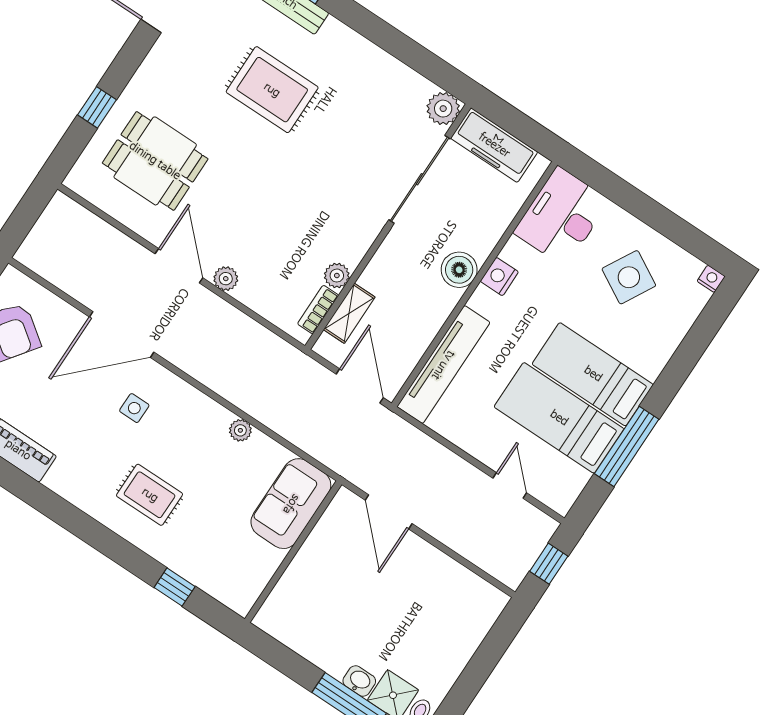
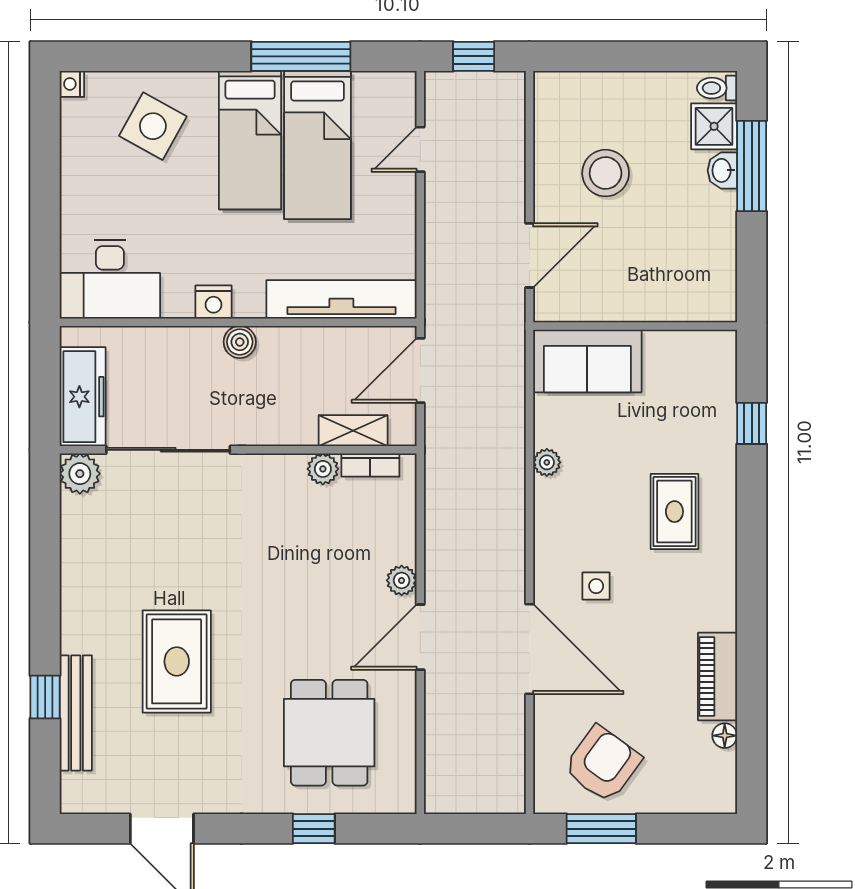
boiler: (459, 270) -> (240, 342), width x0.73, depth x0.73
side table: (629, 277) -> (153, 126), moved
stool: (410, 601) -> (606, 173), added

